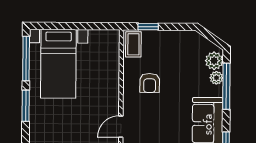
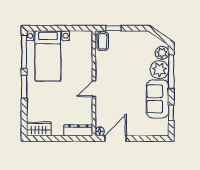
plant: (216, 78) -> (159, 70), width x1.88, depth x1.88
armchair: (150, 83) -> (115, 69), removed
door: (121, 127) -> (94, 89), moved

